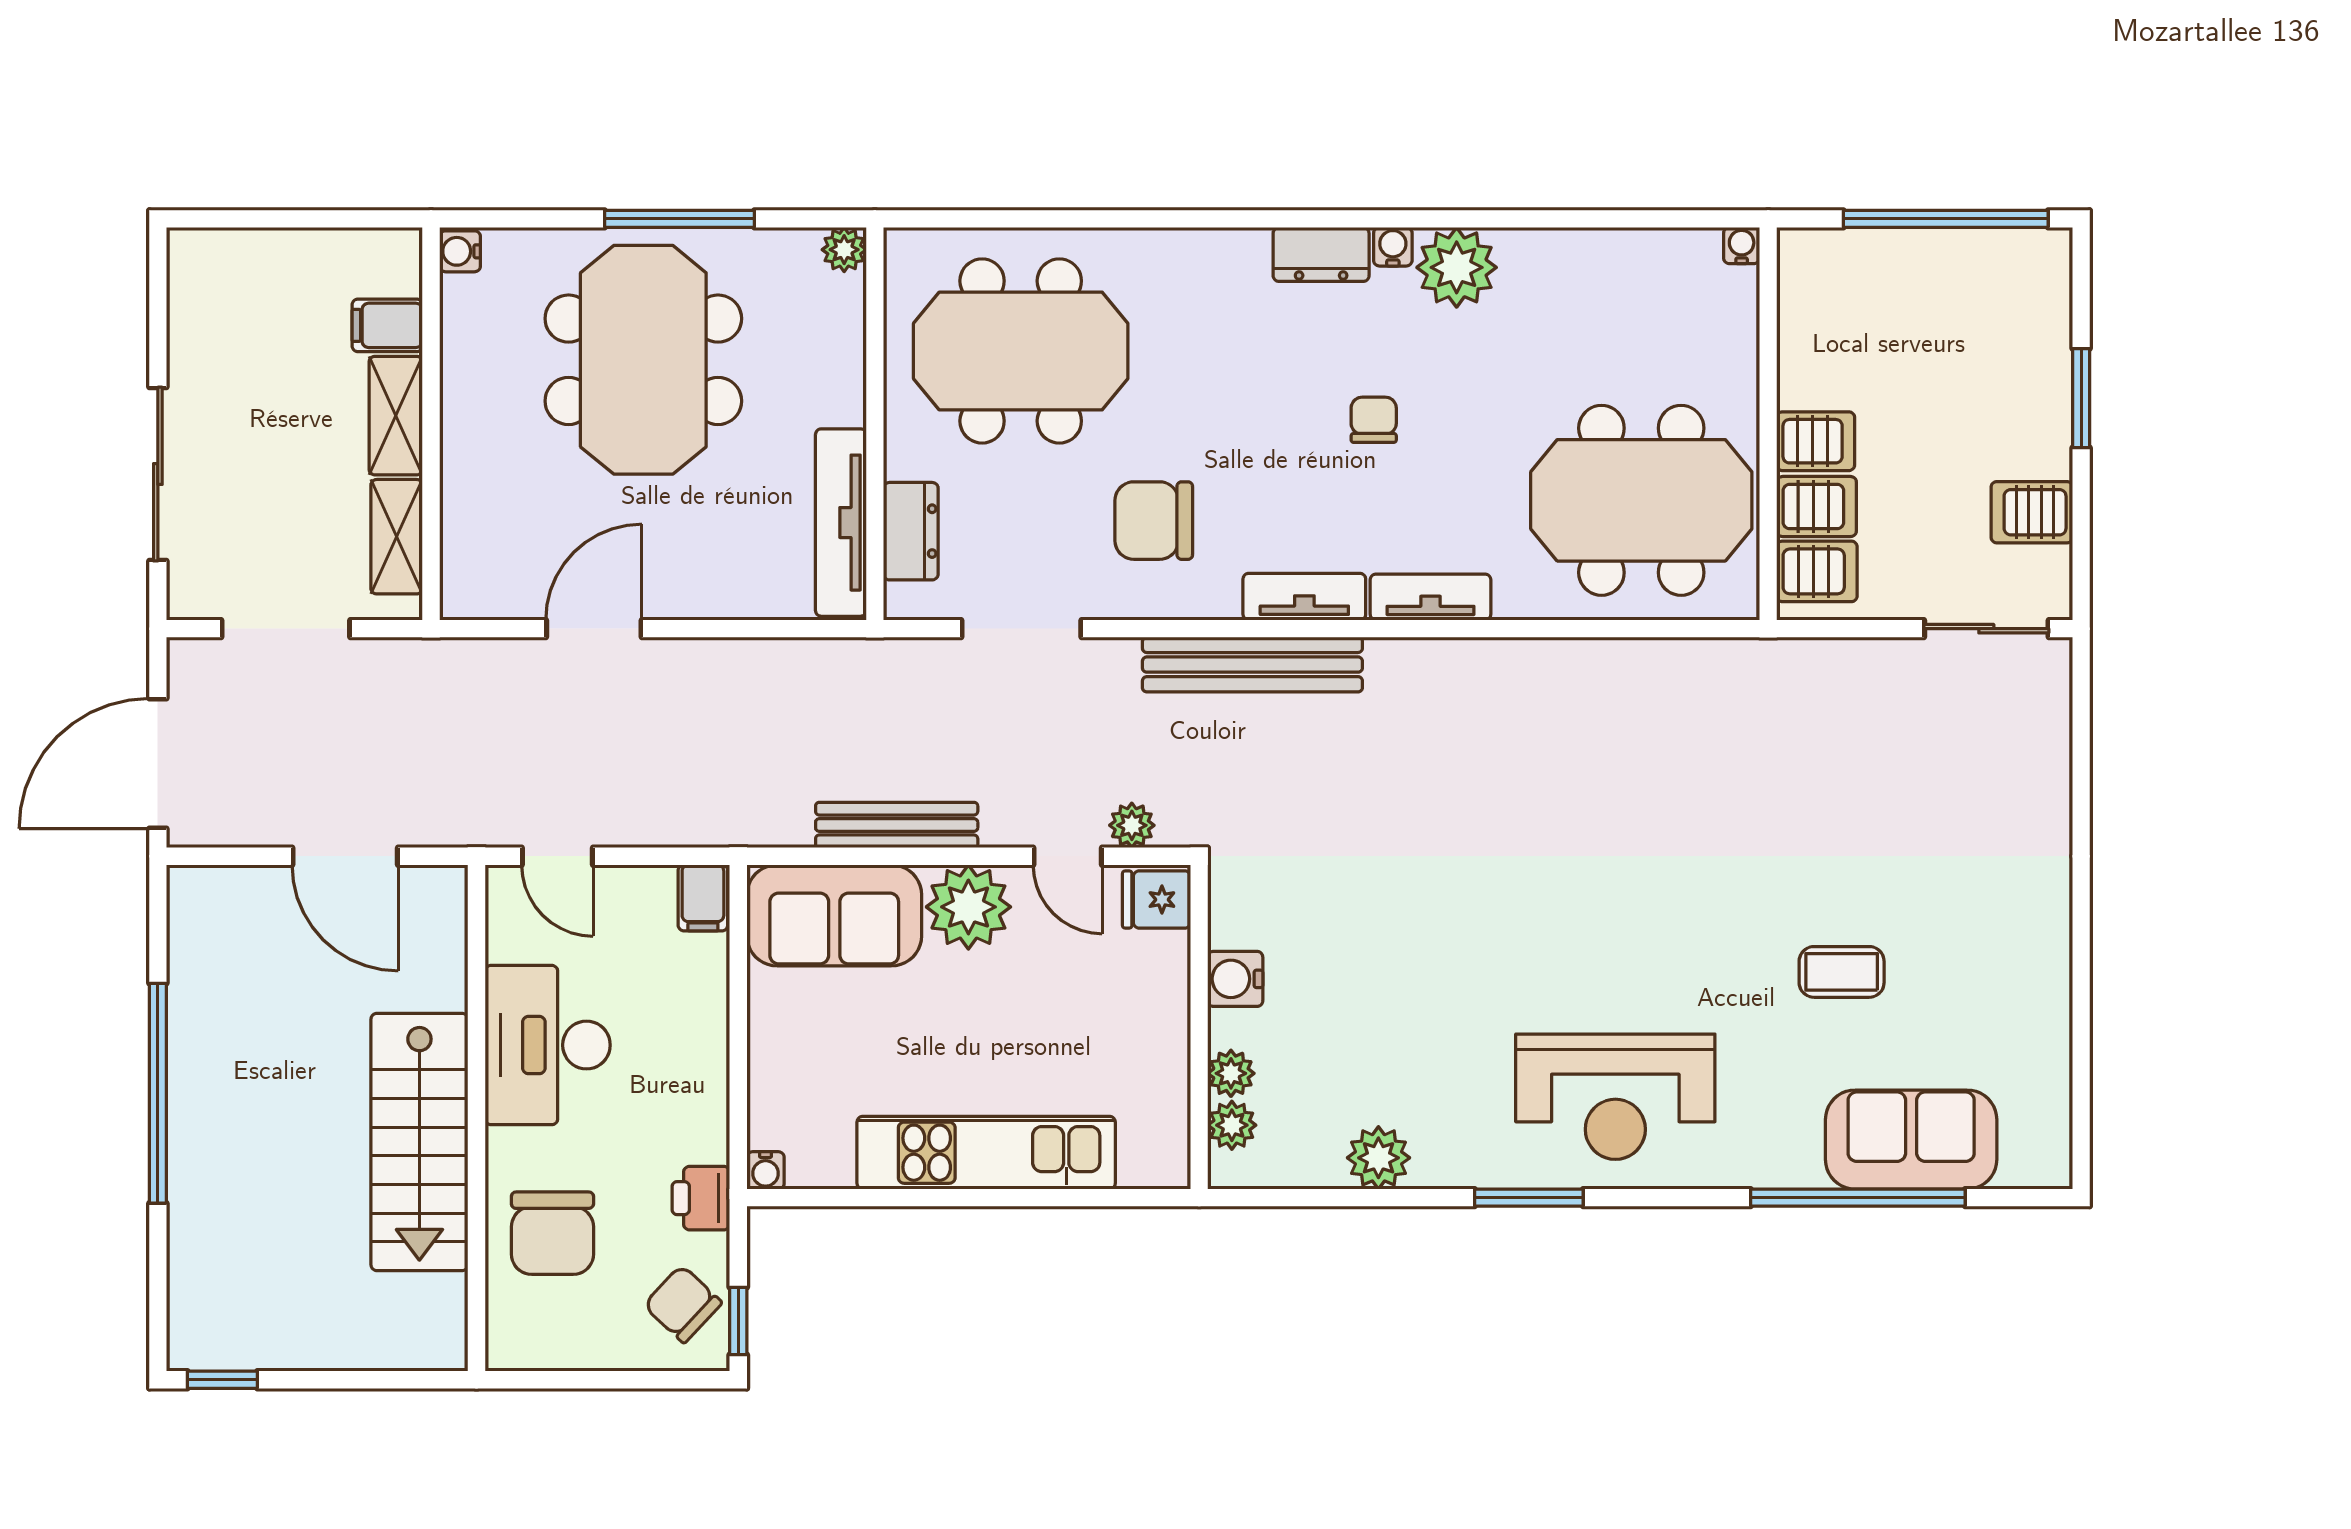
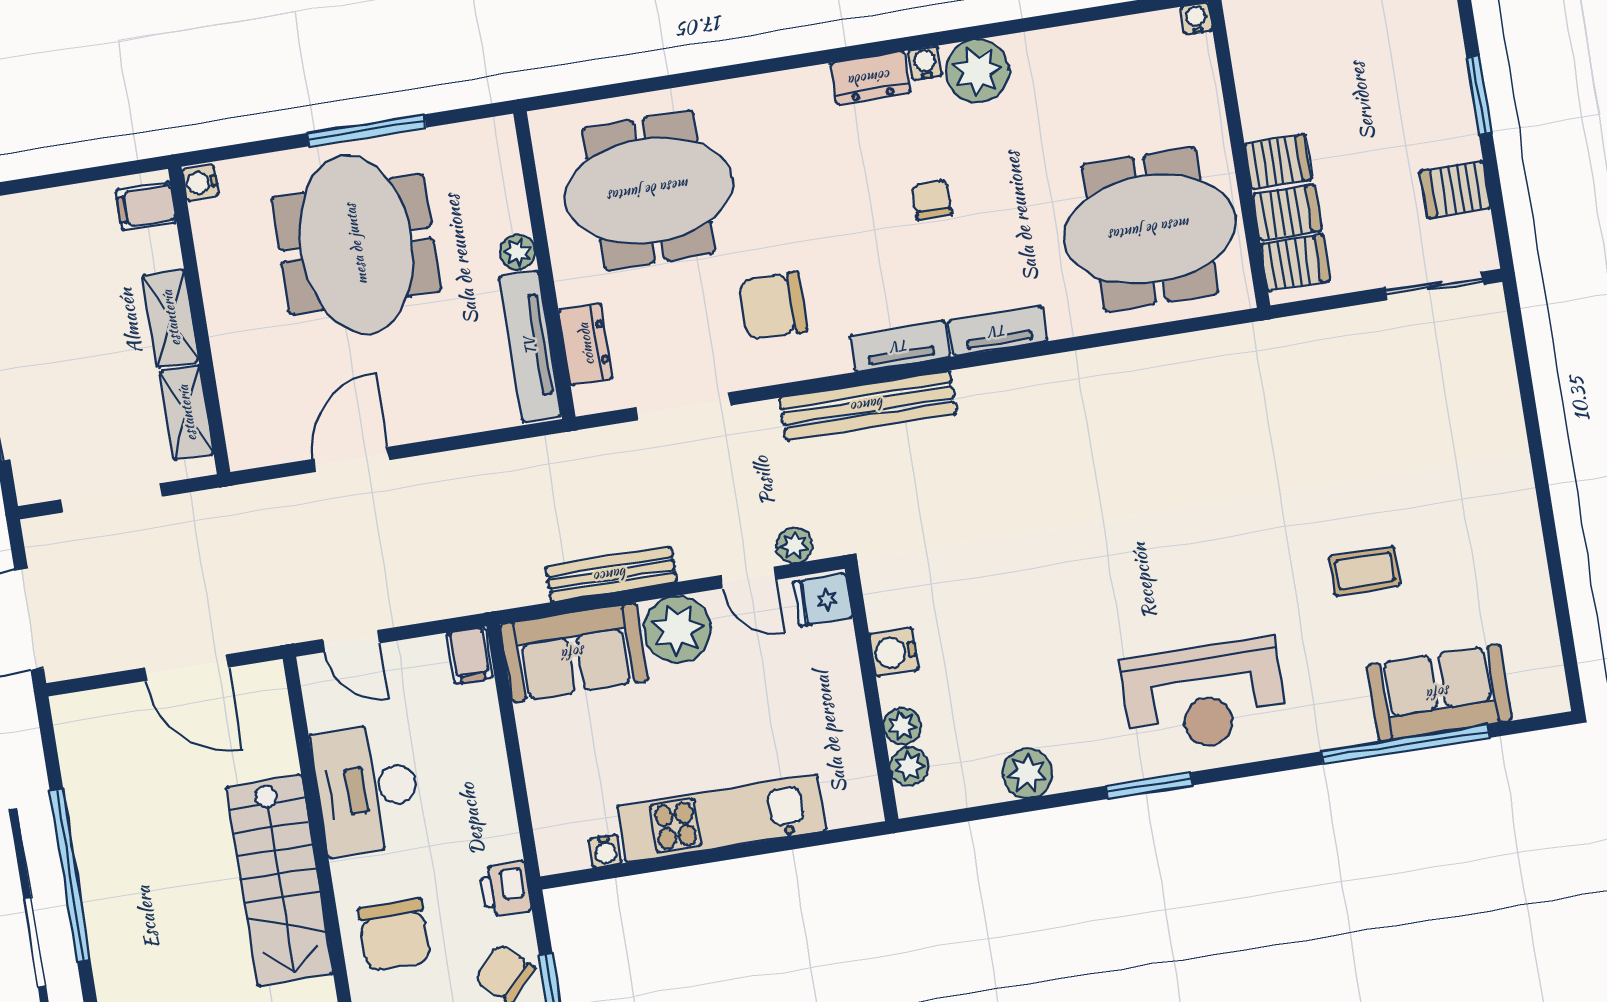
plant: (844, 250) -> (518, 252), moved
filing cabinet: (387, 325) -> (146, 206), moved
water cooler: (765, 1170) -> (605, 851), moved

